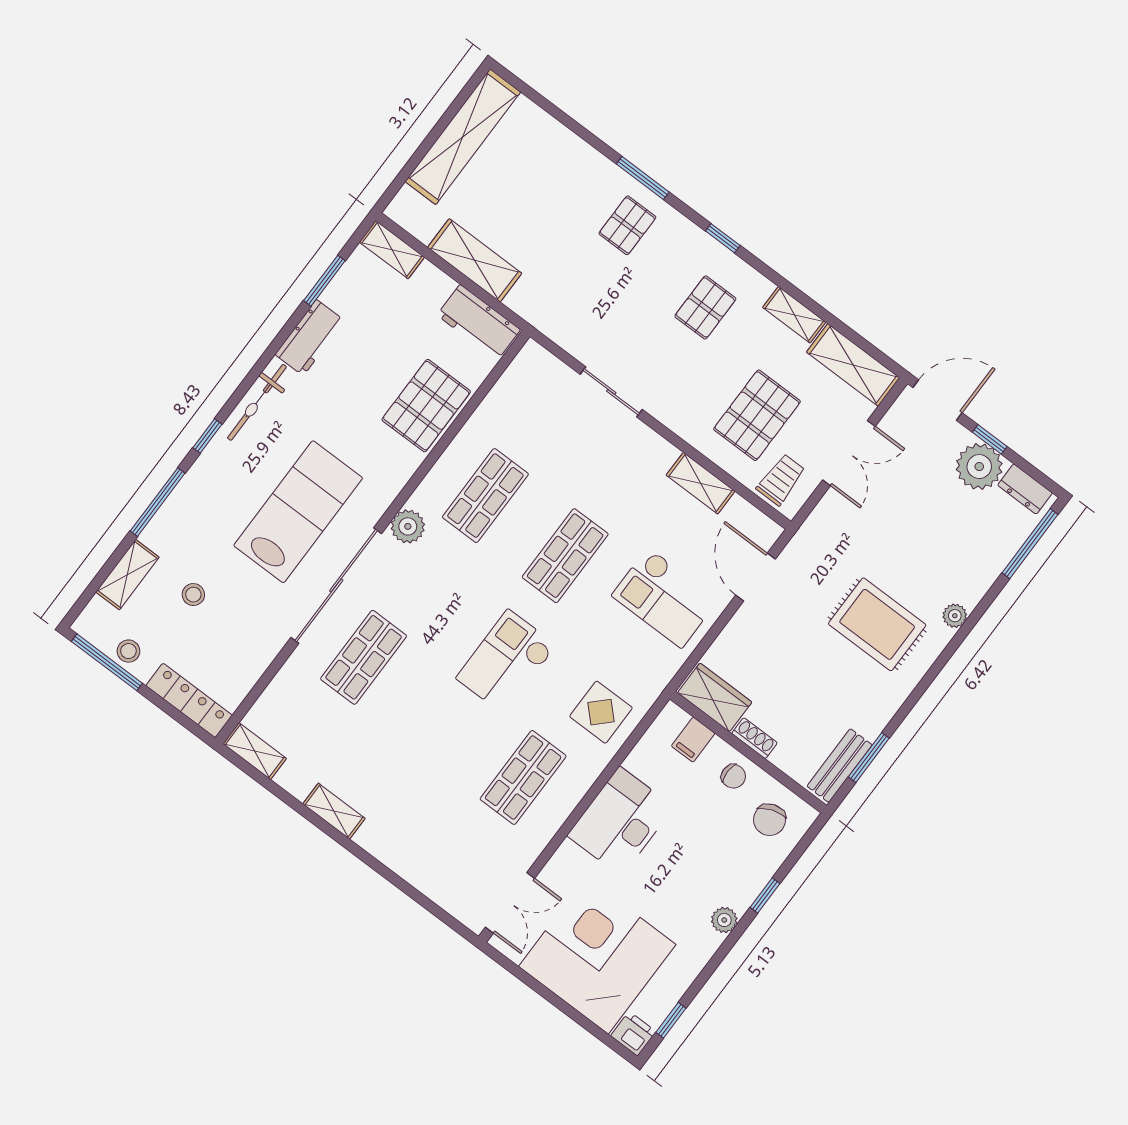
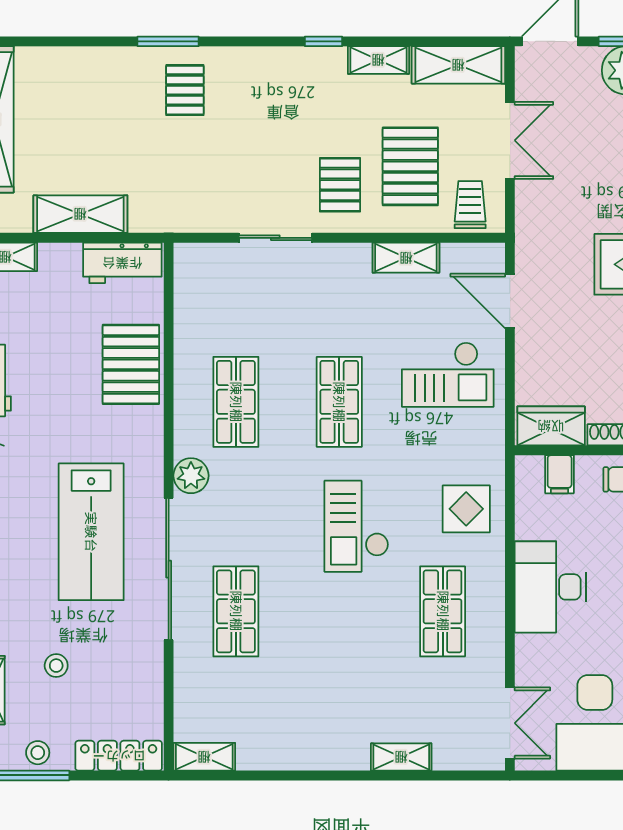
window: (723, 238) -> (323, 41), moved
pallet: (705, 307) -> (340, 185), moved
lab bench: (298, 512) -> (91, 532), turned 180
shelving: (334, 811) -> (401, 757), moved

